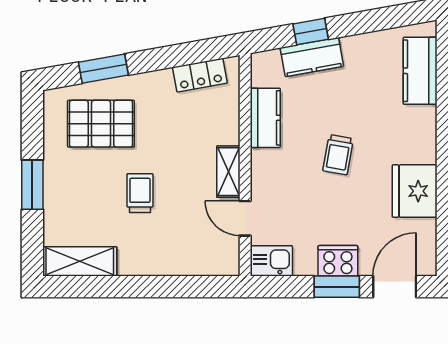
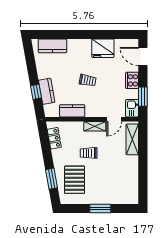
trolley: (140, 193) -> (89, 153), moved
shelving: (80, 261) -> (132, 139), moved
window: (337, 287) -> (143, 97), moved

